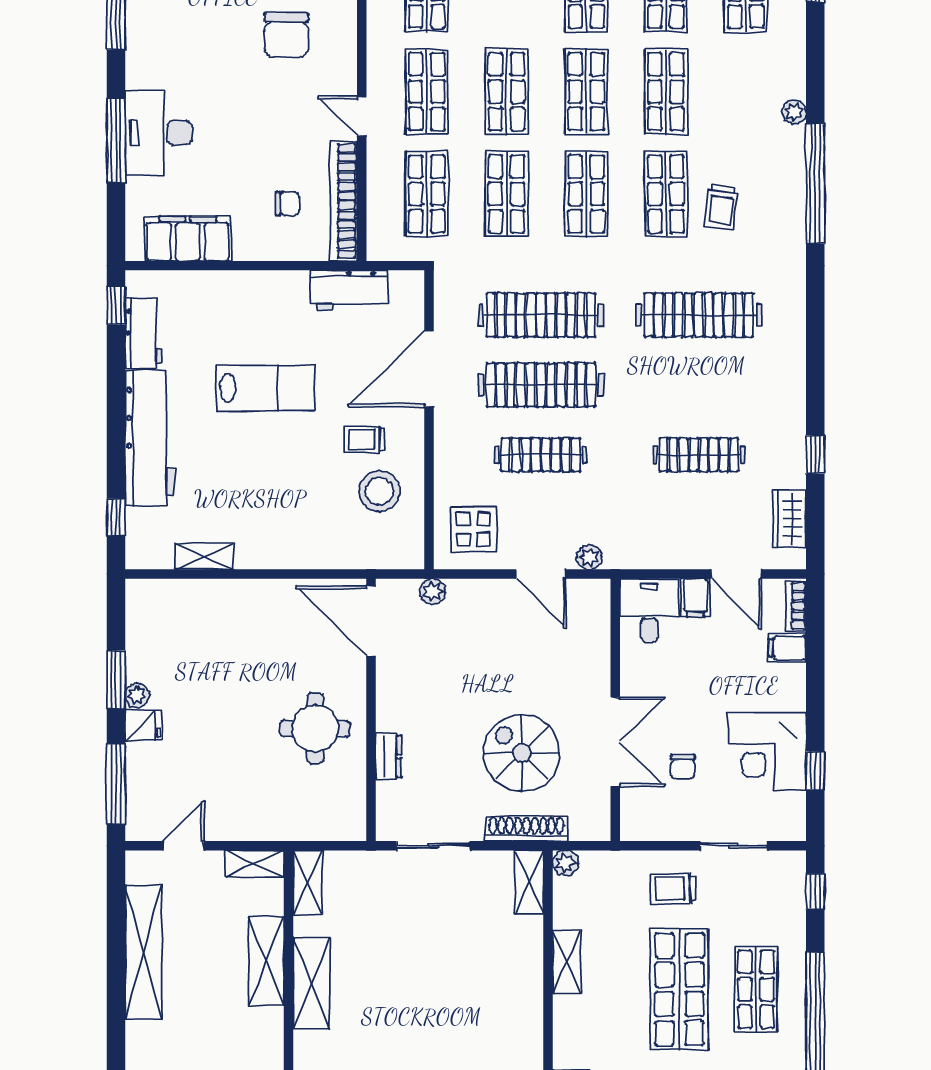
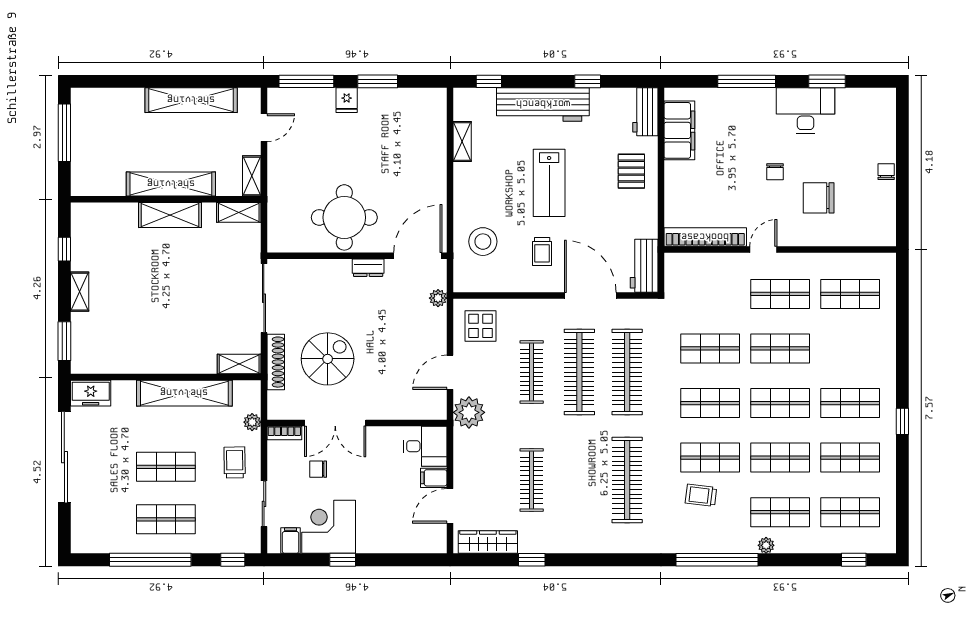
desk: (159, 133) -> (805, 110), moved
shop shelf: (427, 194) -> (780, 512), moved
chair: (287, 204) -> (775, 172), moved
workbench: (349, 290) -> (644, 266), moved
window: (116, 305) -> (588, 81), moved
pallet: (247, 309) -> (631, 171), added
workbench: (143, 333) -> (645, 112), moved, turned 90
lab bench: (265, 388) -> (549, 183), moved
trolley: (365, 439) -> (542, 251), turned 180
stool: (379, 491) -> (483, 242), moved
wardrobe: (789, 519) -> (488, 542), width x1.50
plant: (589, 557) -> (469, 412), width x1.87, depth x1.87
bookcase: (796, 606) -> (284, 433), moved, turned 180
filing cabinet: (787, 648) -> (291, 541), moved
plant: (137, 695) -> (367, 96), removed
round table: (315, 728) -> (344, 217), width x1.36, depth x1.36
dresser: (388, 756) -> (368, 268), moved
window: (815, 771) -> (343, 560), moved
door: (184, 846) -> (264, 128), hinge flipped
sliding door: (433, 846) -> (264, 298), width x1.37
plant: (565, 863) -> (252, 422), moved
shelving: (266, 961) -> (171, 184), width x1.47
shelving: (567, 962) -> (184, 393), width x2.20, depth x1.33
shop shelf: (679, 989) -> (166, 467), width x0.70, depth x0.74

